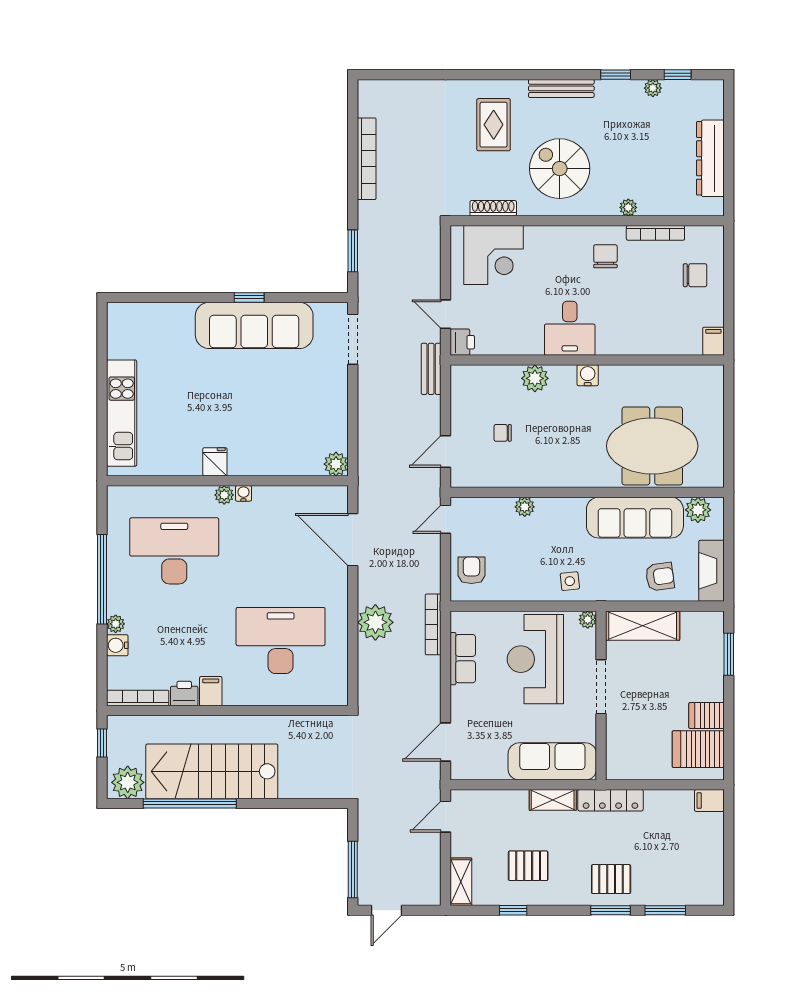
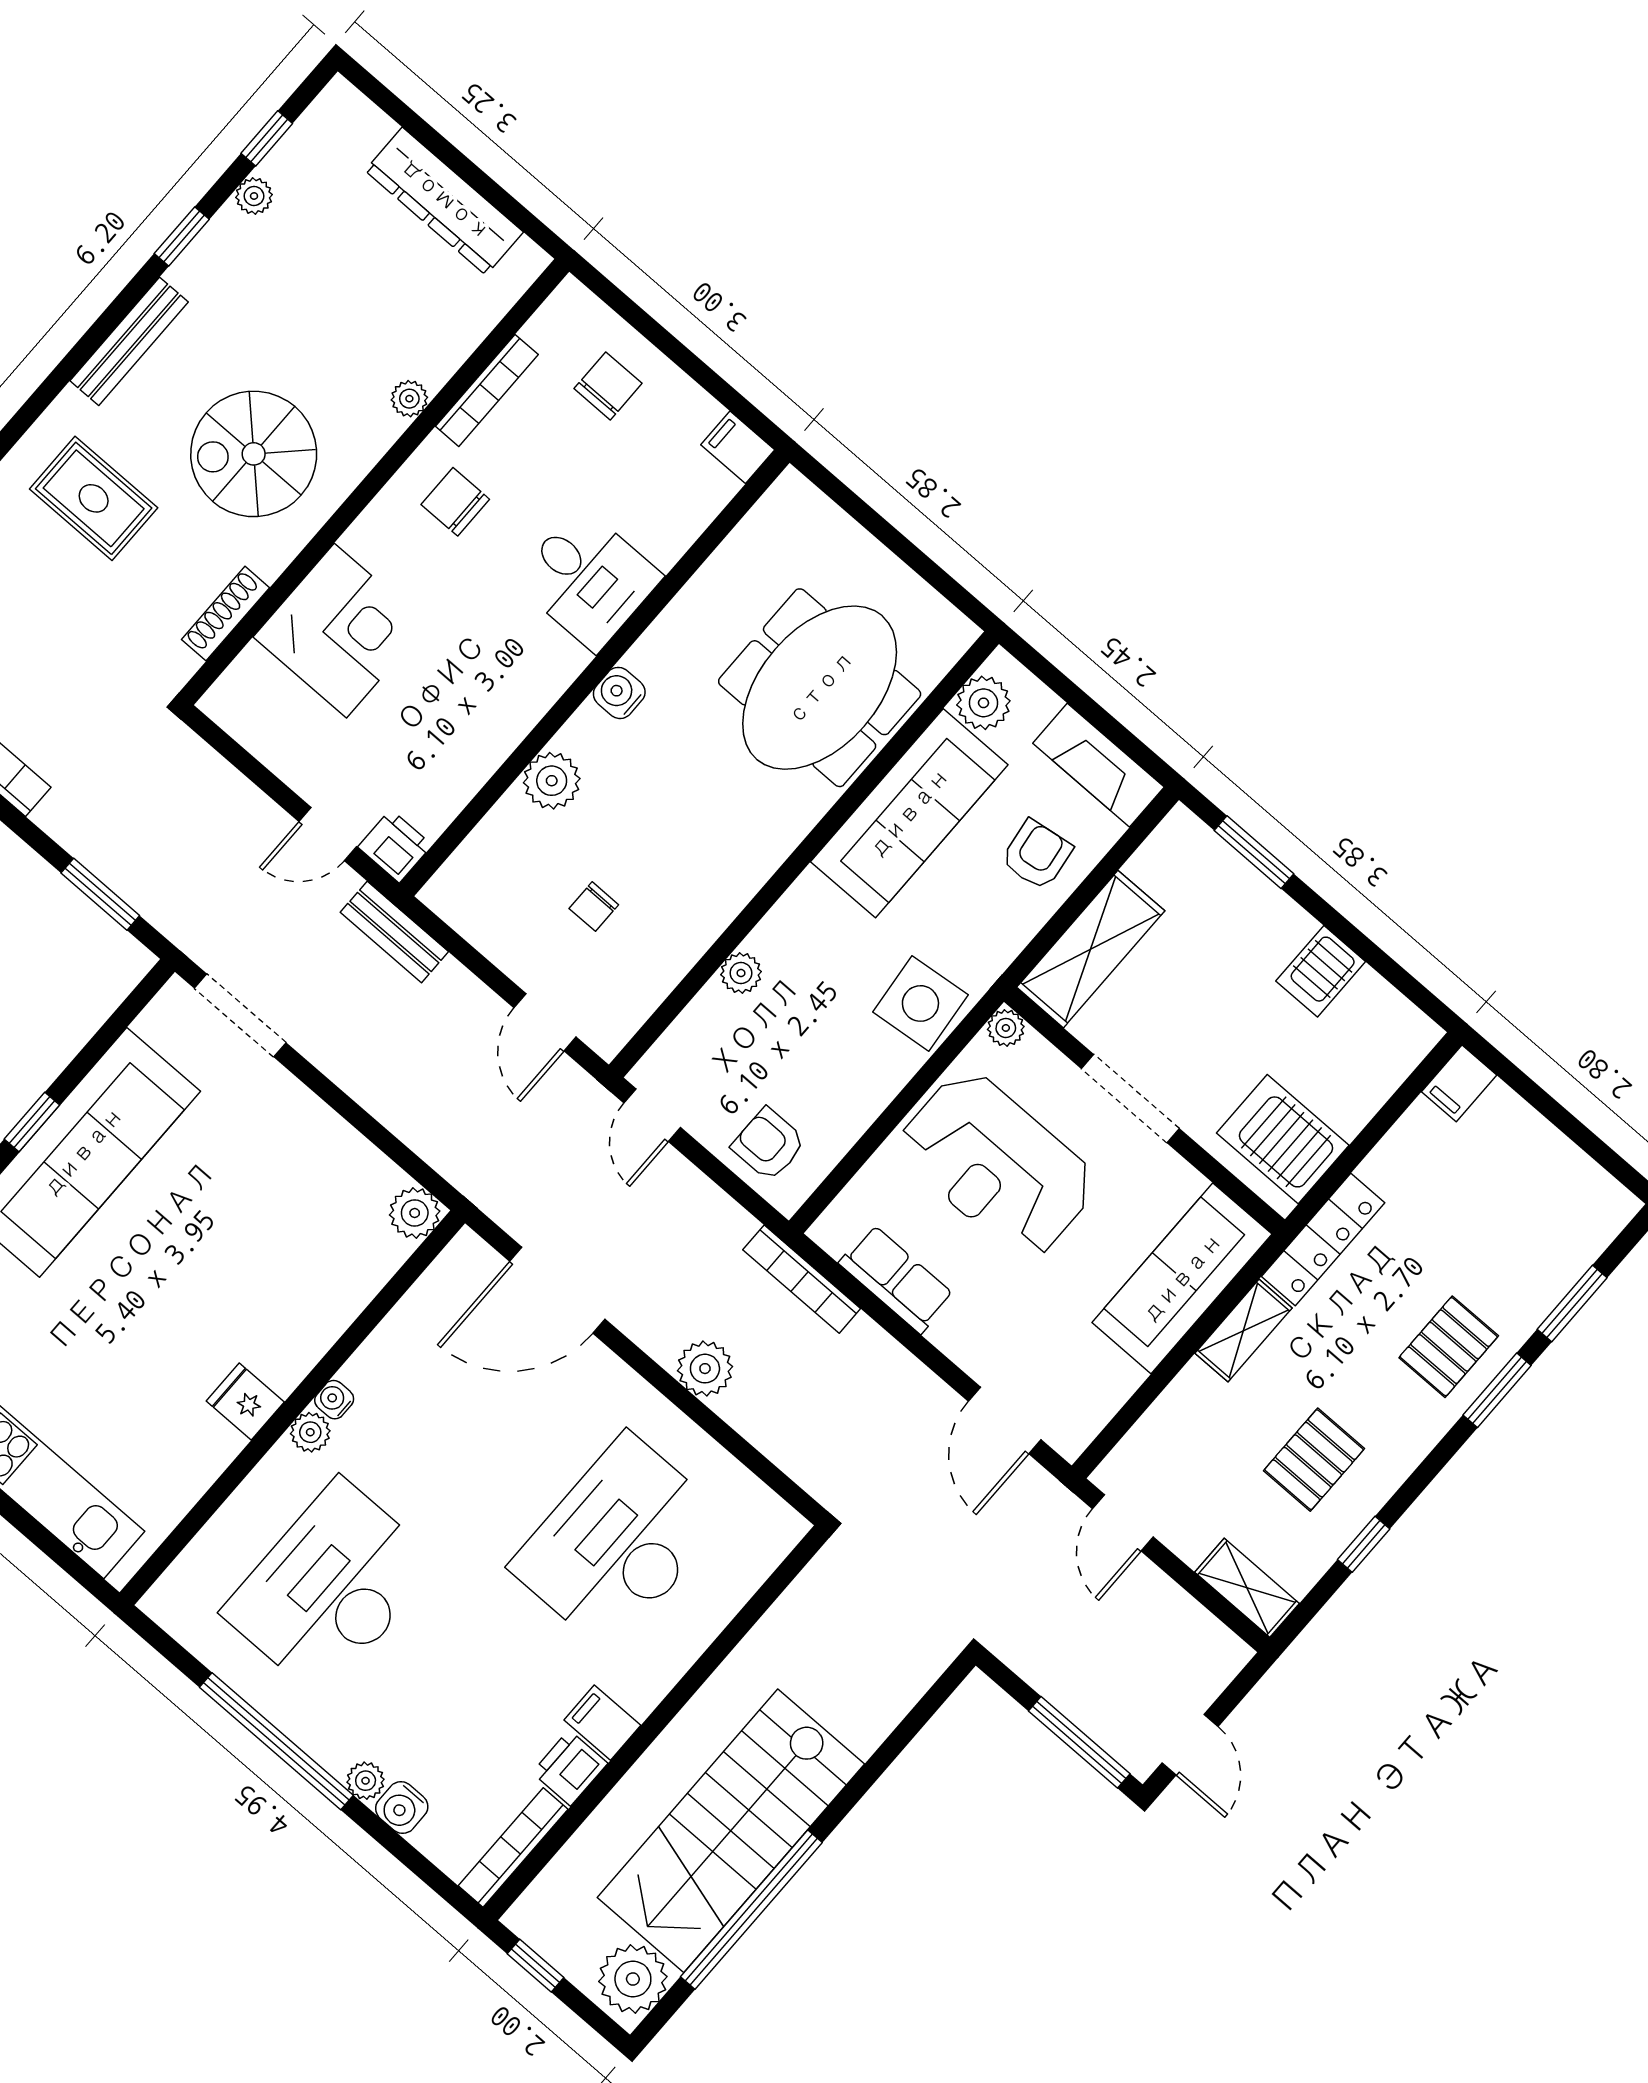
corner desk: (493, 255) -> (340, 631), moved
desk: (570, 328) -> (588, 579), moved
side table: (570, 581) -> (920, 1003), width x1.87, depth x1.87
plant: (375, 622) -> (705, 1369), width x0.73, depth x0.73
server rack: (698, 749) -> (1283, 1139), moved, turned 90

